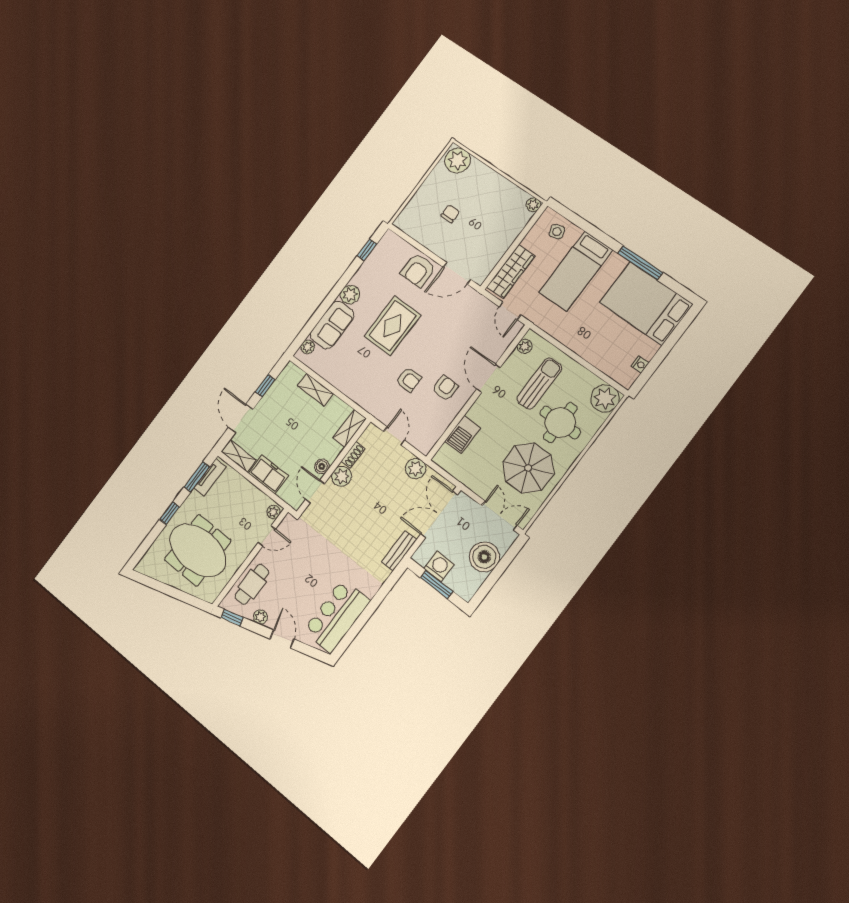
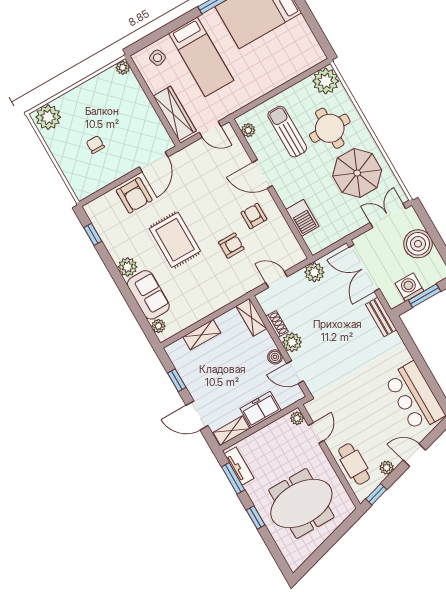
nightstand: (640, 364) -> (310, 39), removed

